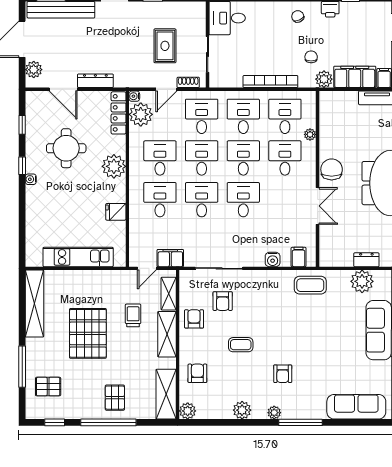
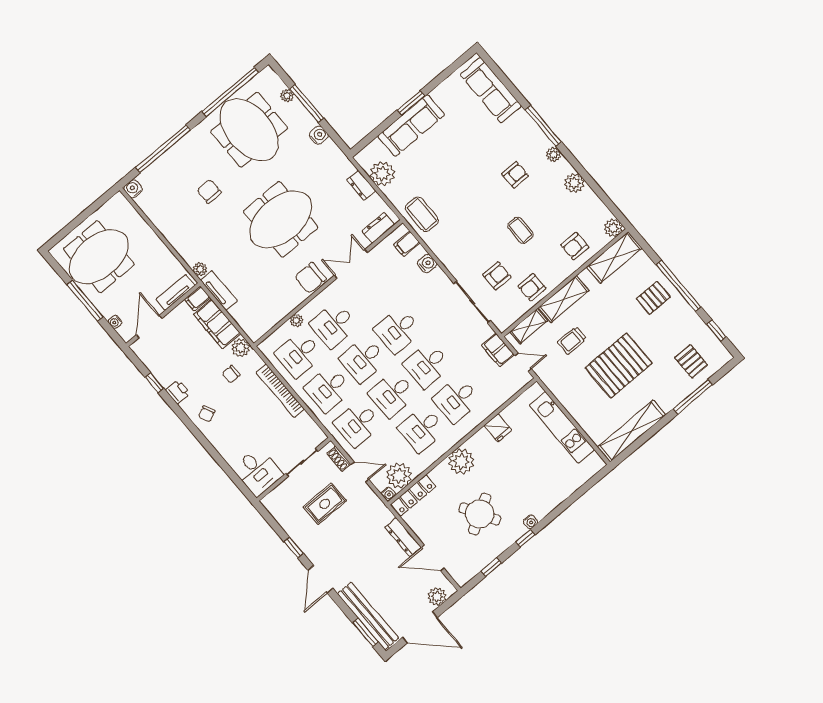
door: (63, 89) -> (433, 558), swing flipped
round table: (66, 148) -> (480, 514), turned -30
dresser: (327, 246) -> (378, 228), added

